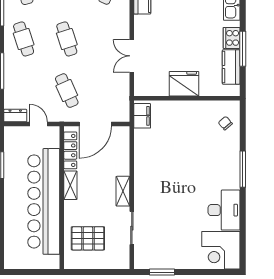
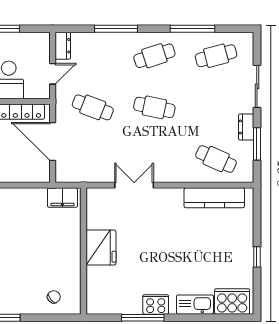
cafe table: (67, 39) -> (154, 107), turned 30
kitchen counter: (231, 67) -> (121, 304), removed
cafe table: (67, 91) -> (93, 107), turned 45

